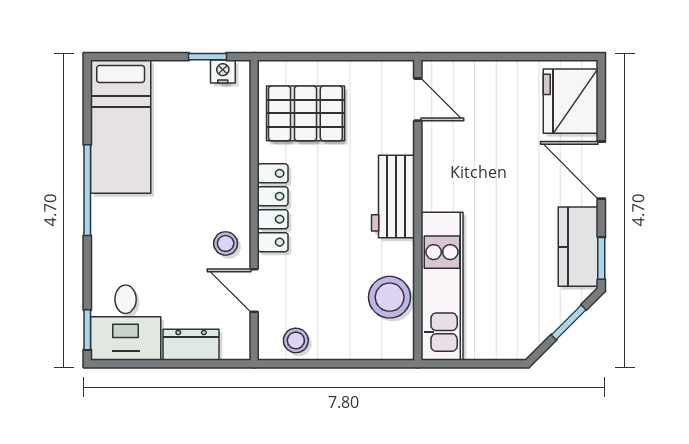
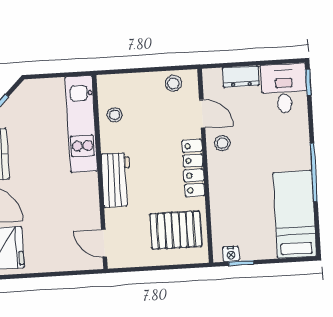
stool: (390, 297) -> (115, 115), width x0.53, depth x0.53

